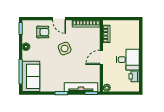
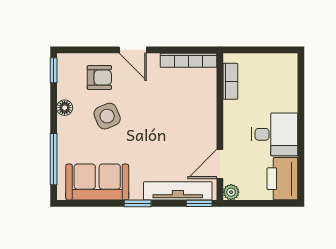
side table: (65, 49) -> (107, 116), moved
door: (101, 57) -> (220, 164), moved
sofa: (31, 76) -> (97, 182), moved, turned -90
printer: (134, 76) -> (282, 179), width x1.87, depth x1.48

